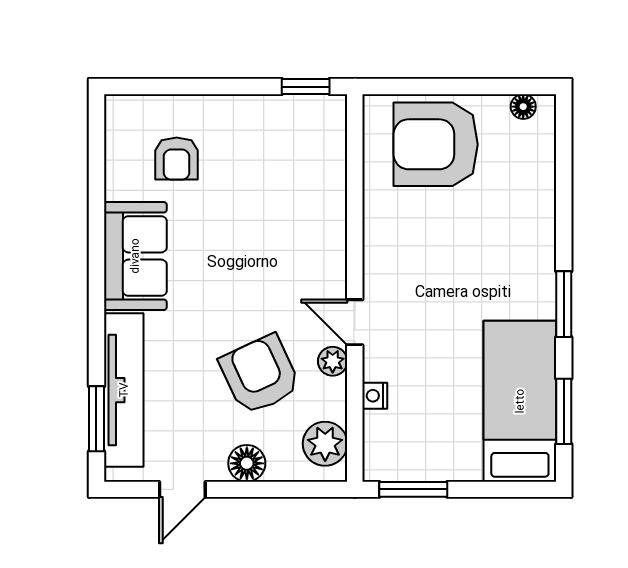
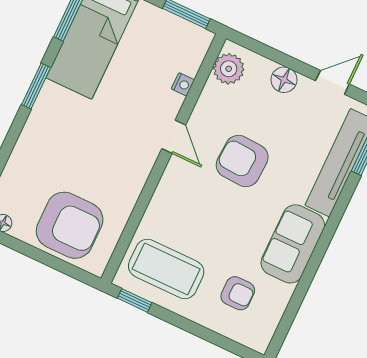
coffee table: (284, 146) -> (166, 269), added
armchair: (177, 159) -> (238, 293), turned 90
plant: (333, 361) -> (199, 119), removed
armchair: (260, 375) -> (242, 161), moved, turned 118

